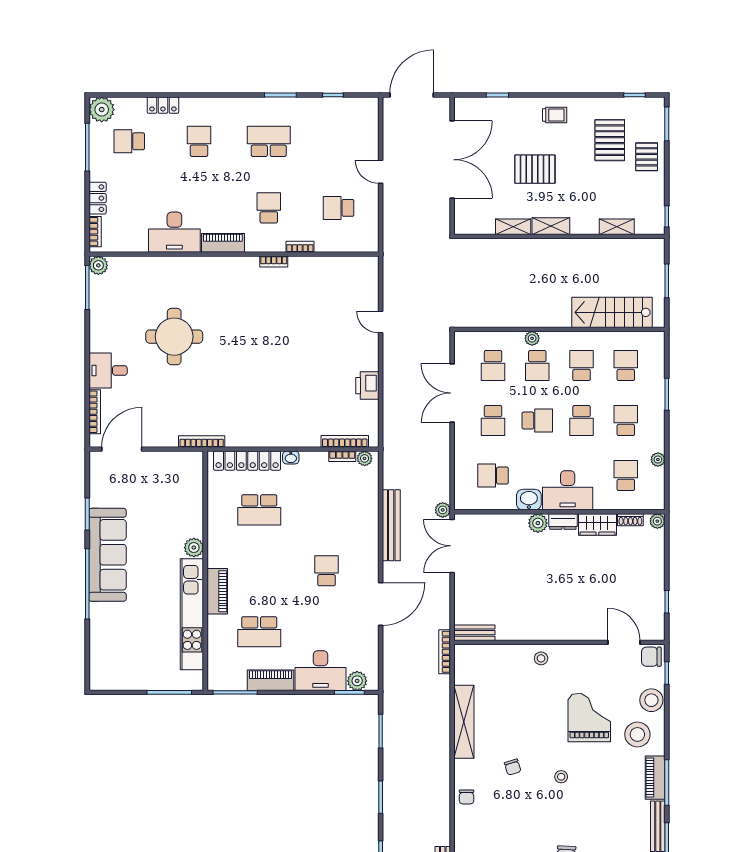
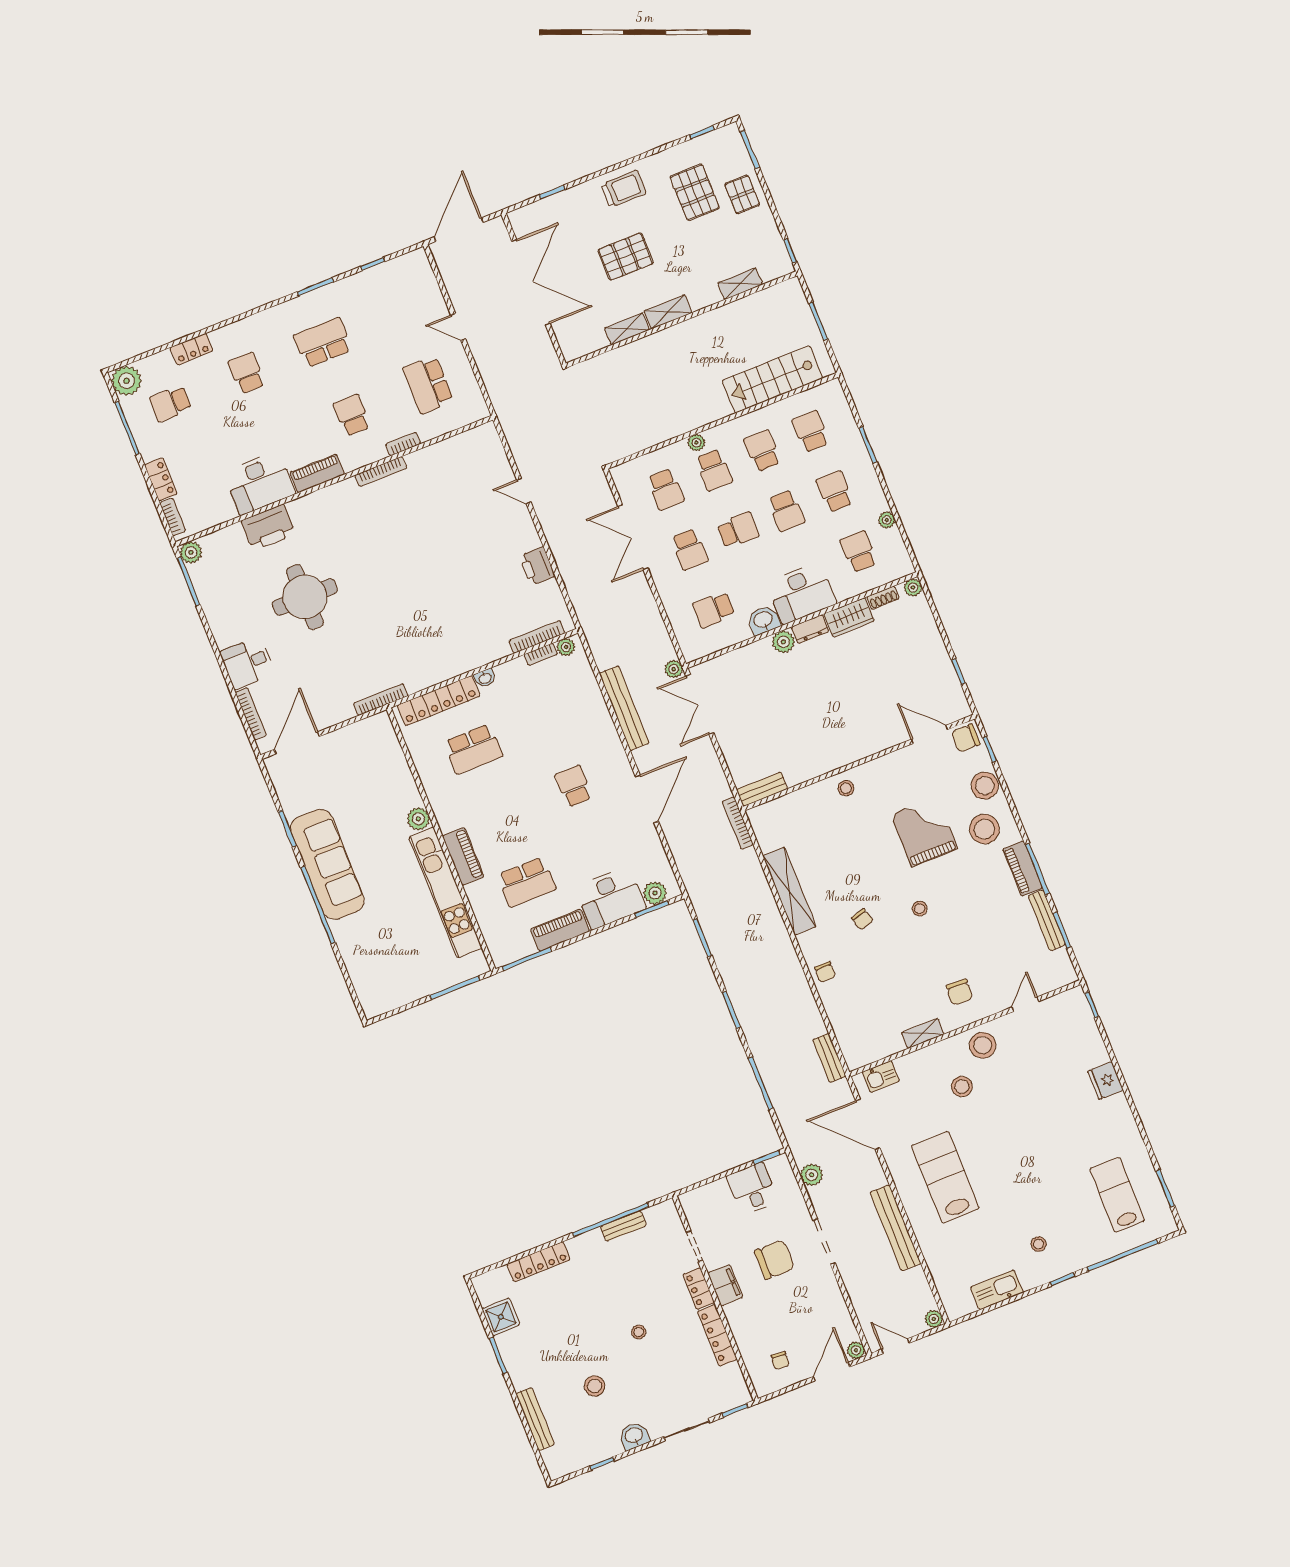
trolley: (555, 115) -> (623, 189), width x1.36, depth x1.39
school desk: (339, 208) -> (428, 385), width x1.85
bookcase: (274, 262) -> (381, 472), width x1.56
printer: (167, 270) -> (268, 527), added

